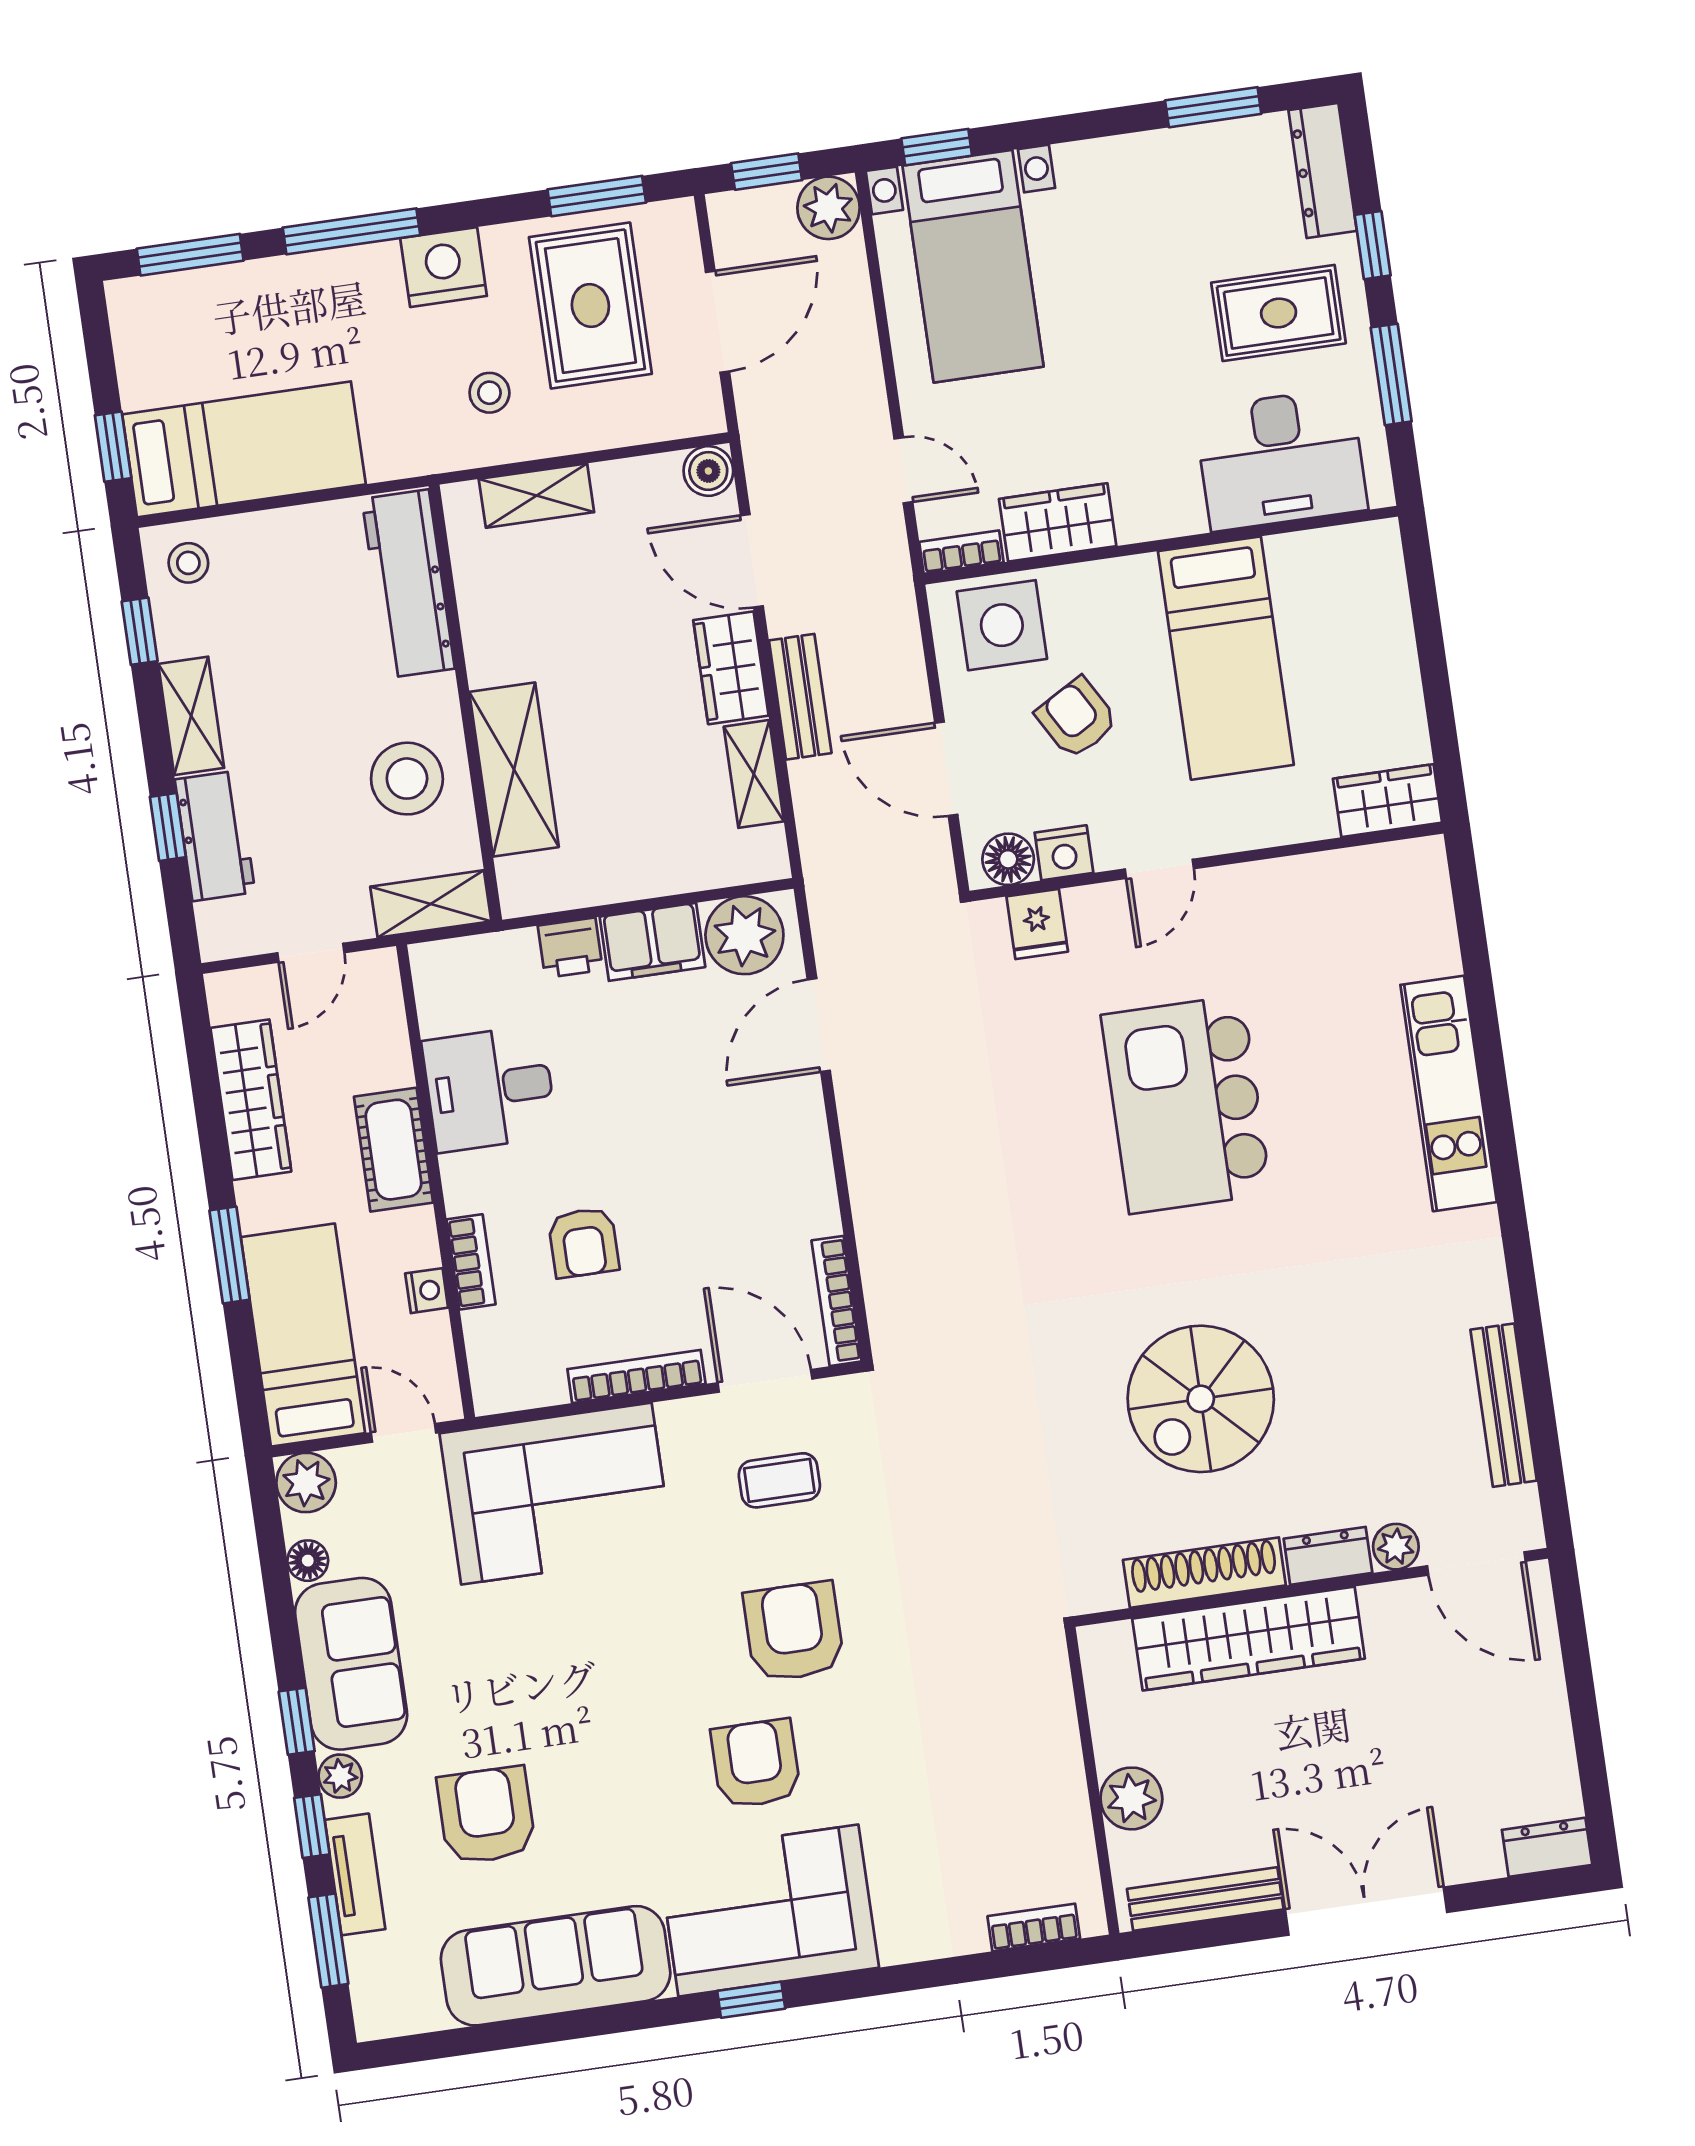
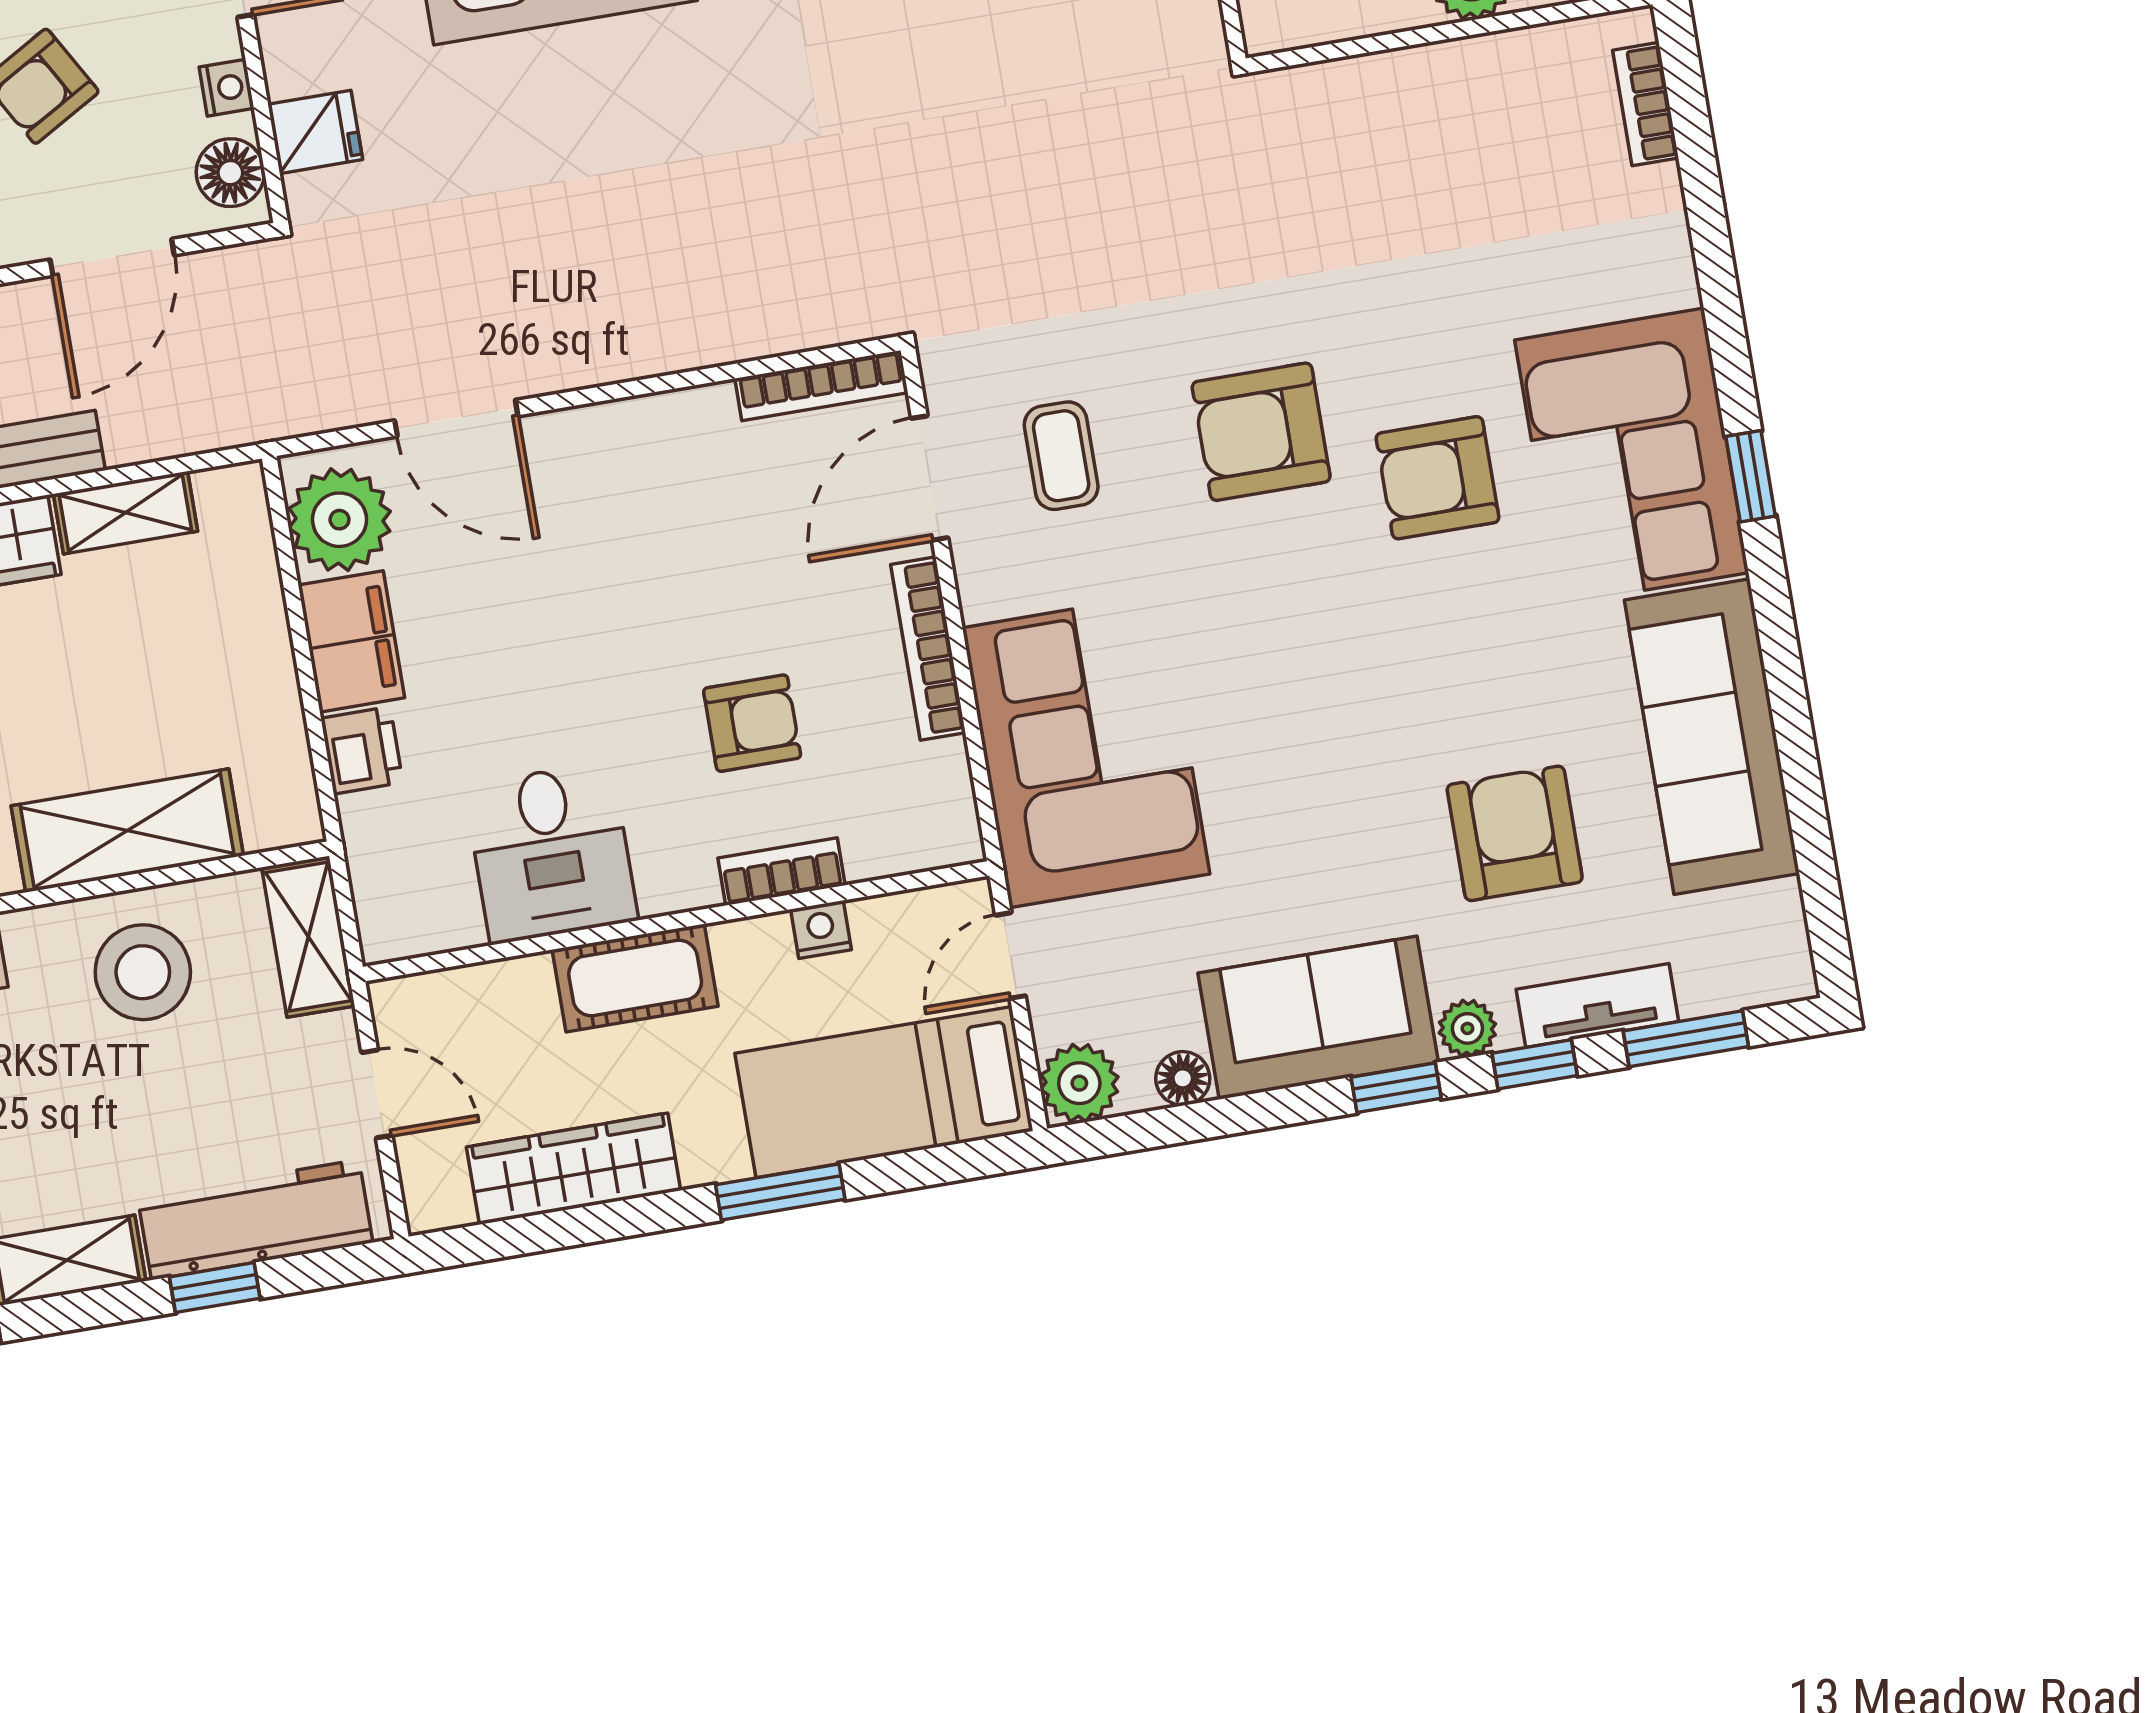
workbench: (215, 836) -> (255, 1220), width x1.38
nightstand: (1064, 853) -> (227, 88), width x0.72, depth x0.74
armchair: (486, 1815) -> (1515, 833), turned 90

